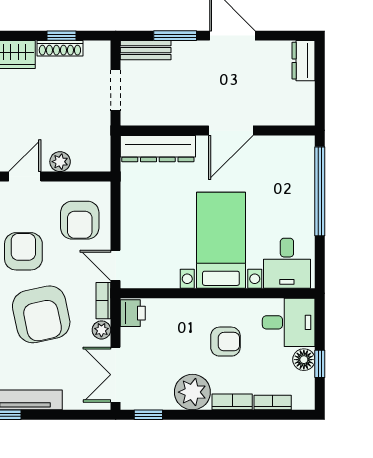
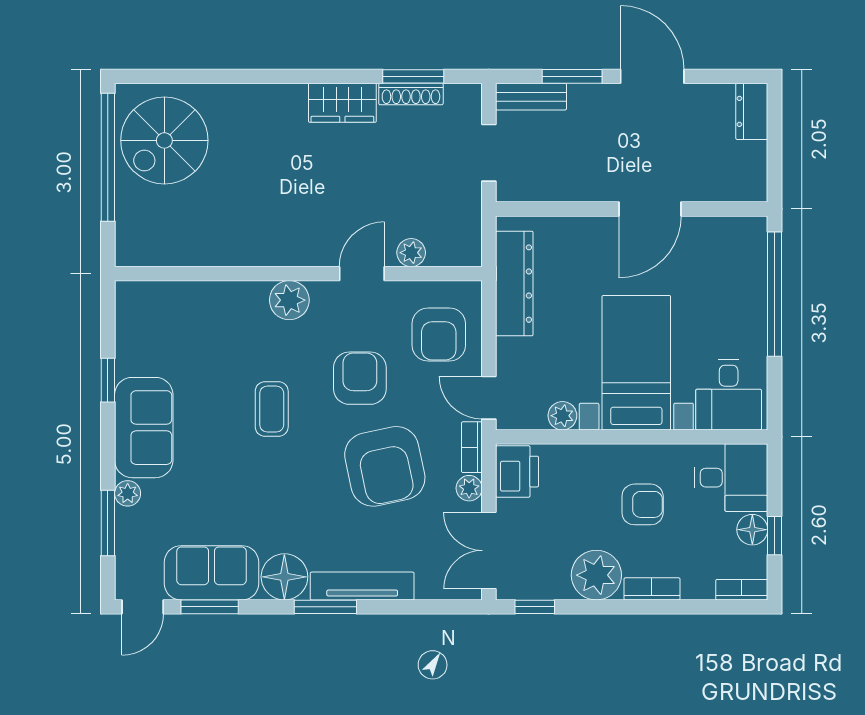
window: (62, 36) -> (413, 76), width x1.50
dresser: (158, 149) -> (514, 284), moved, turned -90
plant: (168, 278) -> (562, 416), added
printer: (133, 313) -> (517, 472), width x1.36, depth x1.24
bookcase: (273, 403) -> (742, 590), moved

